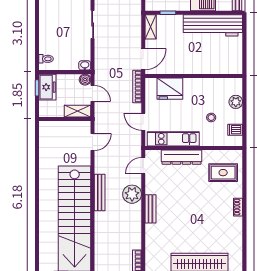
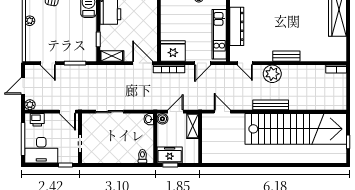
fridge: (170, 89) -> (173, 51), moved, turned -90

